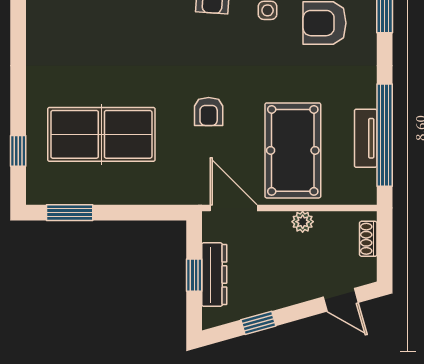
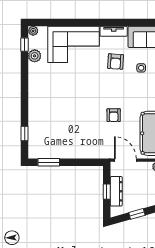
table tennis table: (101, 134) -> (64, 126), removed

